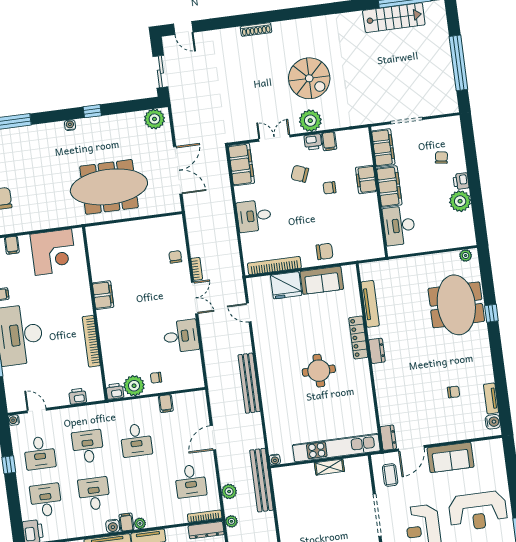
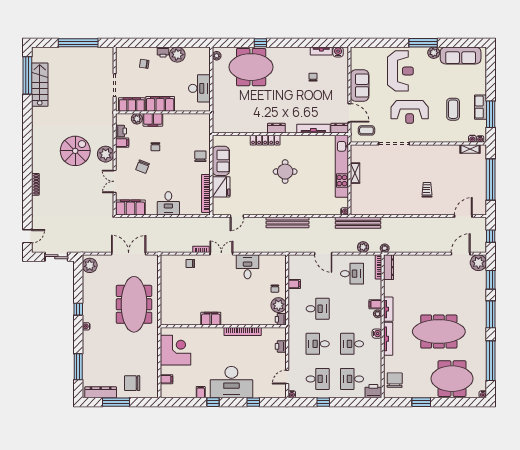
printer: (313, 142) -> (121, 131), moved
plant: (365, 157) -> (137, 119), added
desk: (399, 226) -> (199, 88), moved, turned -90
tv unit: (370, 304) -> (313, 129), moved
filing cabinet: (126, 522) -> (375, 304), moved

